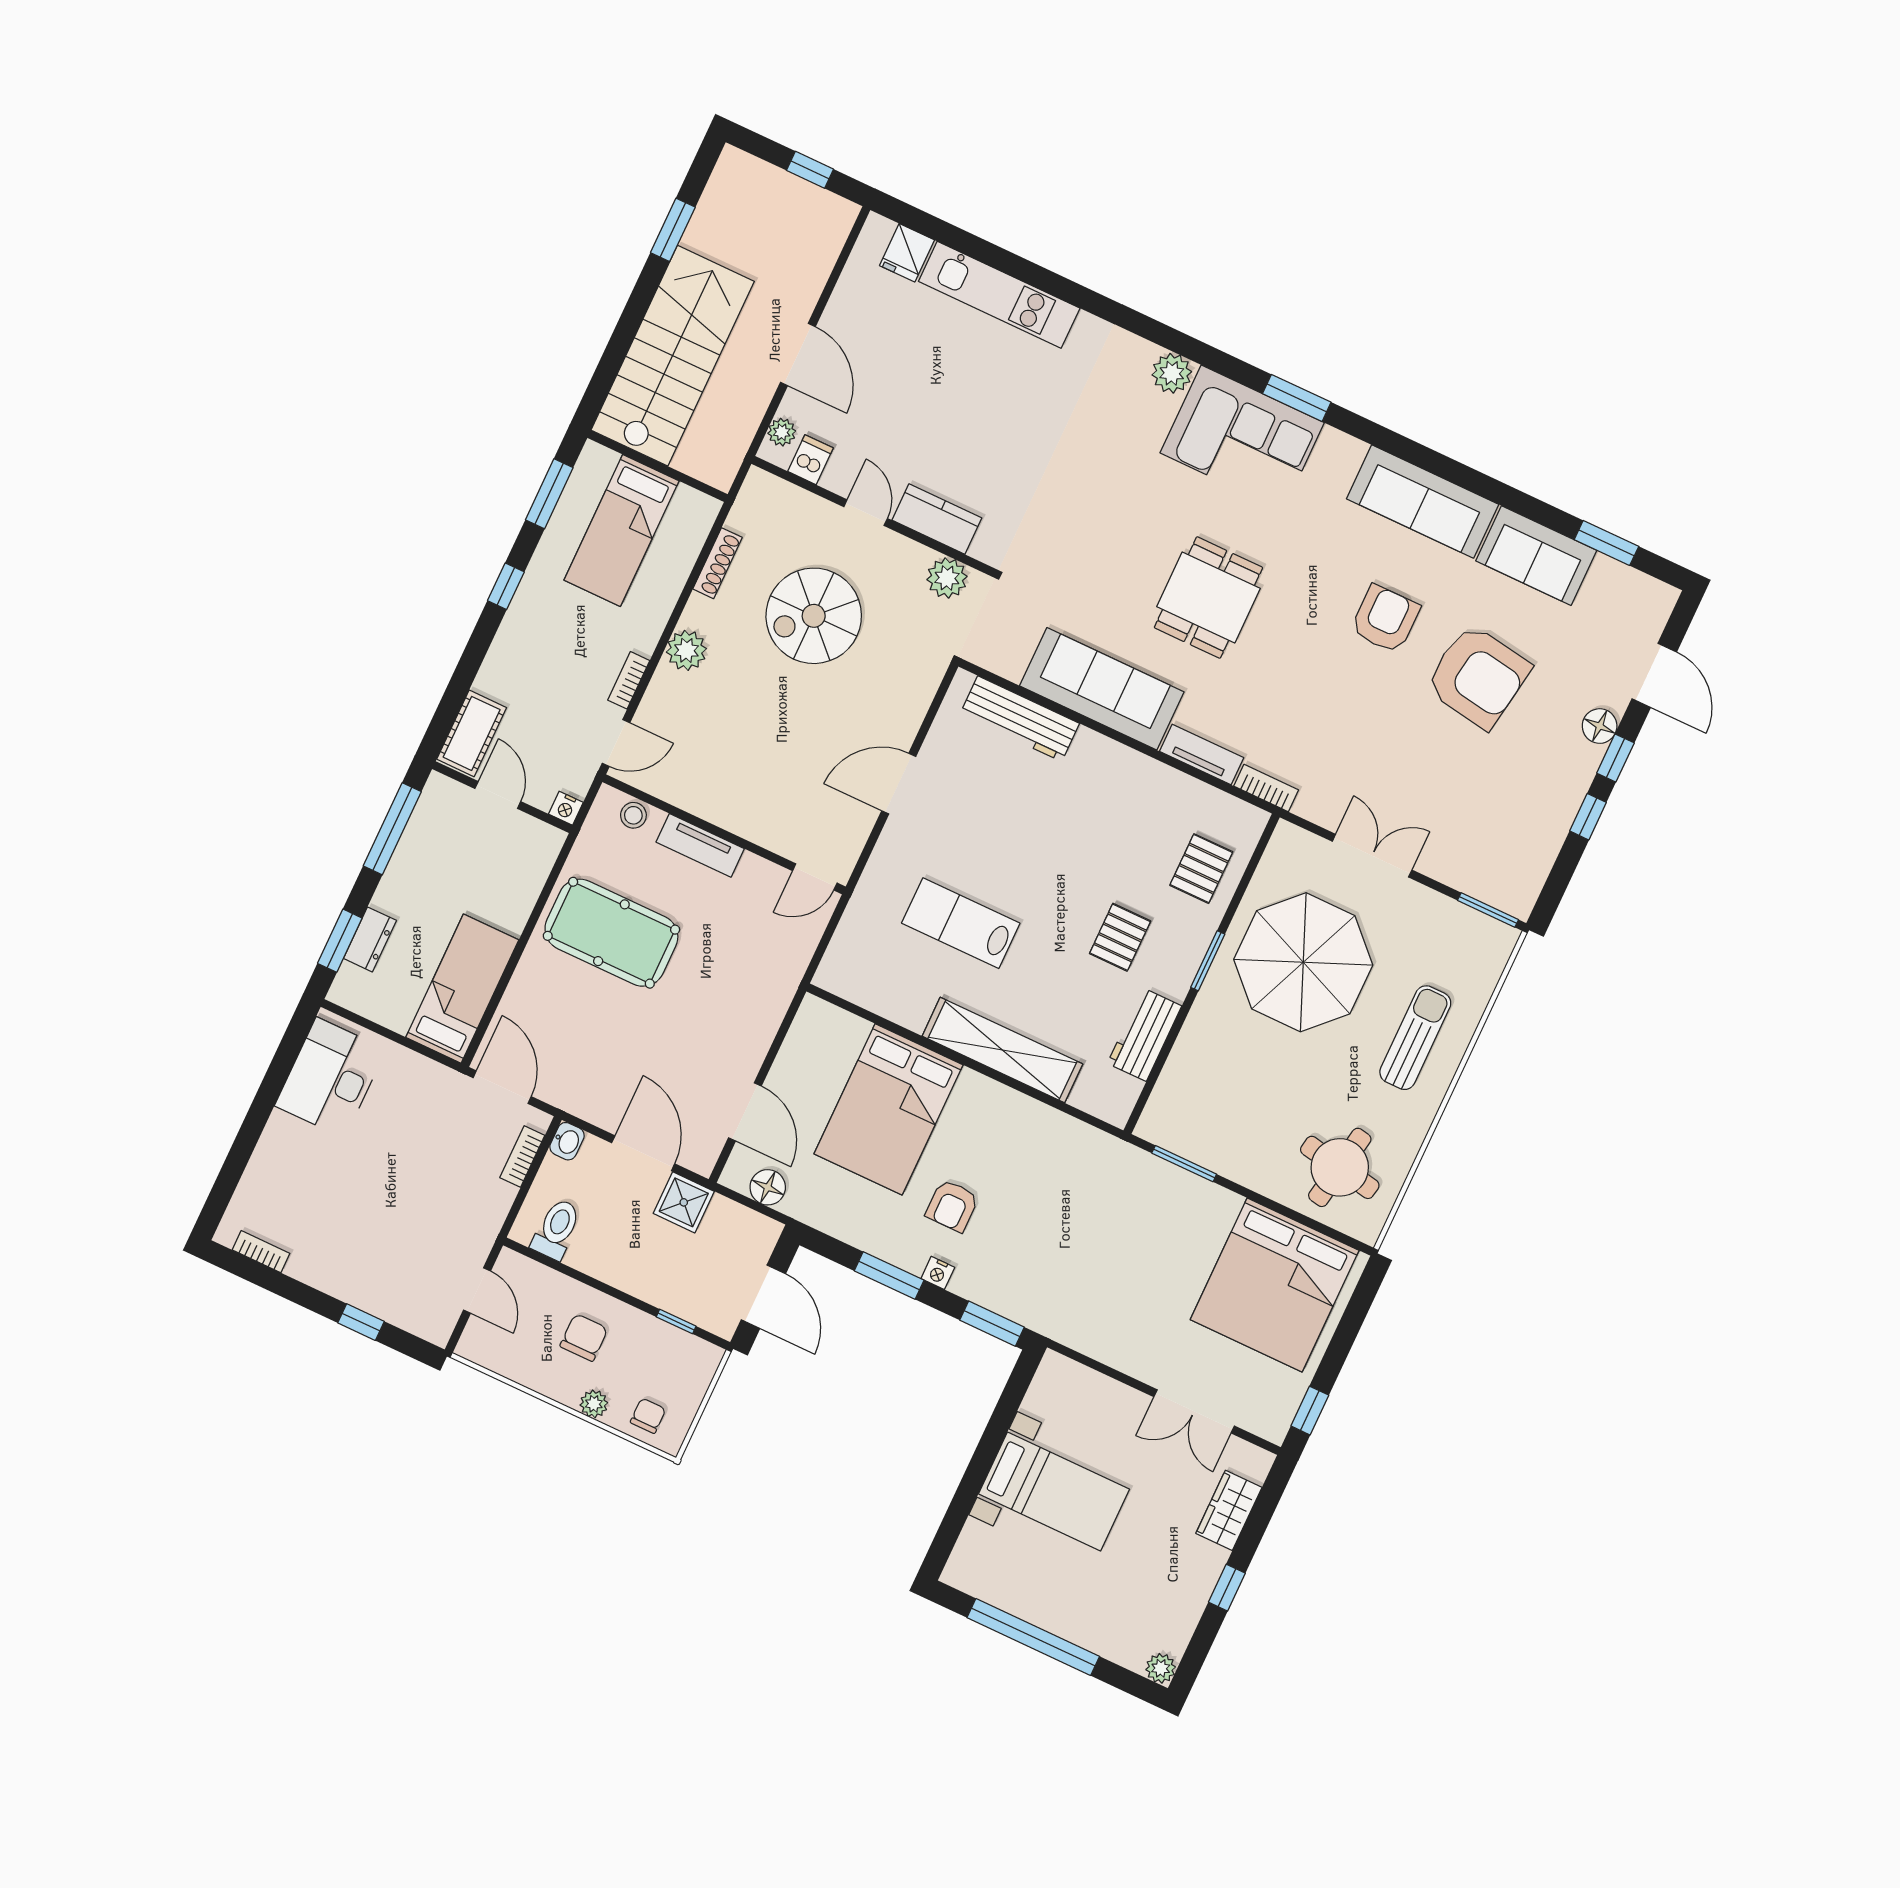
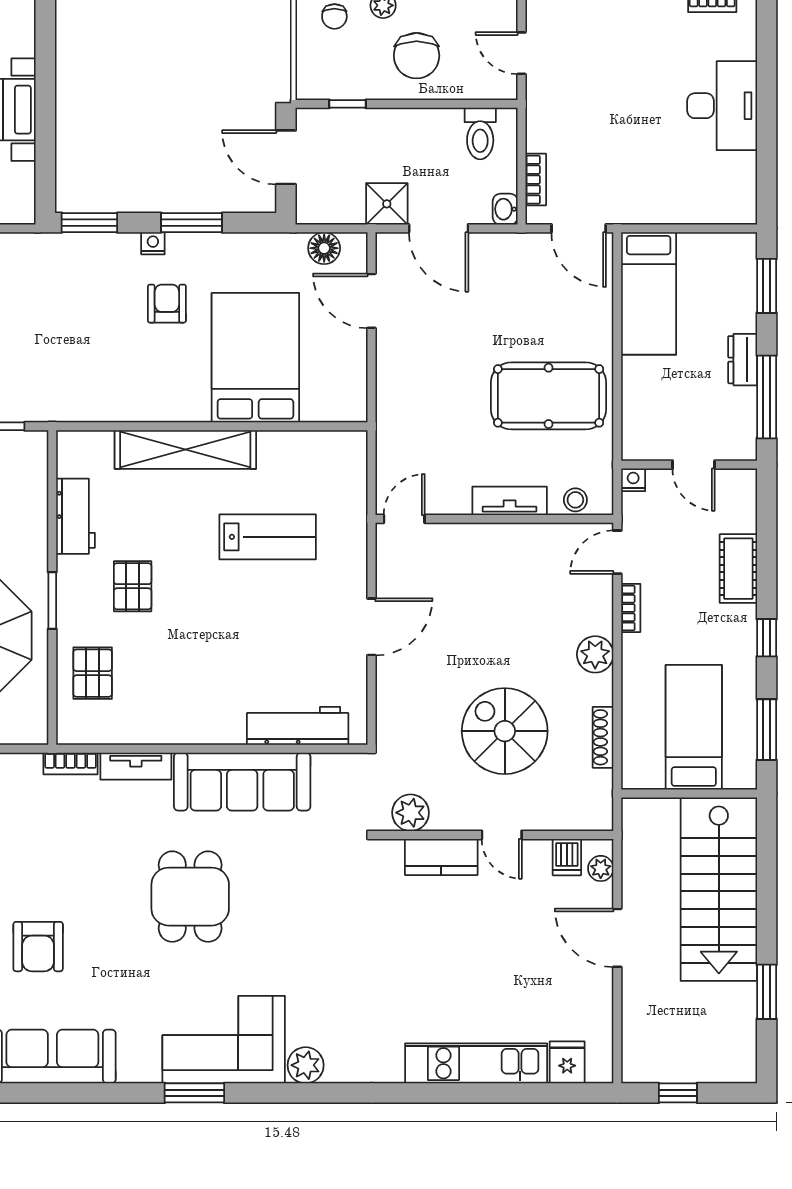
spiral stairs: (814, 616) -> (505, 731), turned -90
cot: (472, 733) -> (738, 569), moved
dresser: (370, 939) -> (743, 360), moved
desk: (330, 1078) -> (722, 106), moved
chair: (584, 1338) -> (417, 56), width x1.37, depth x1.37

